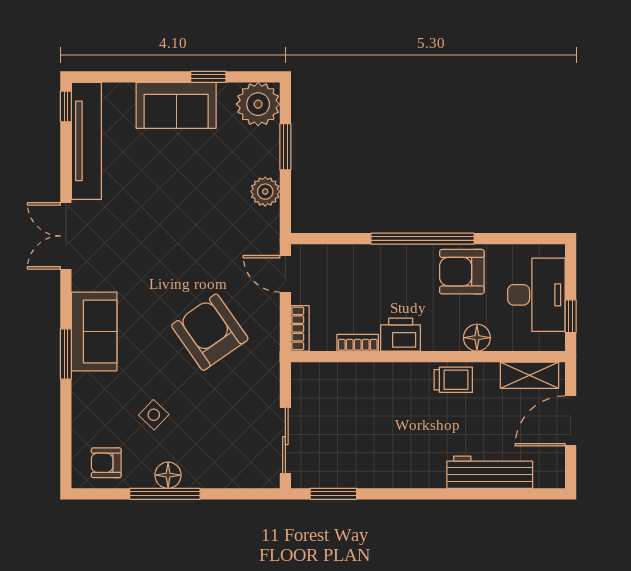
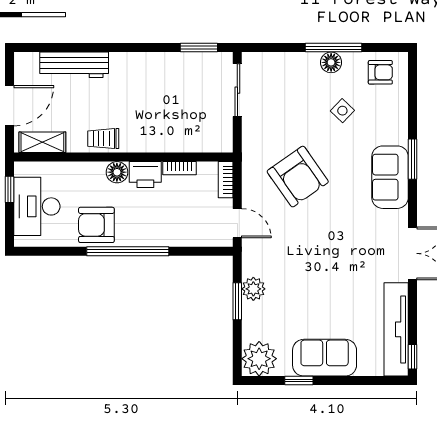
window: (285, 147) -> (237, 301), moved
armchair: (462, 272) -> (96, 225), turned 180
floor lamp: (477, 338) -> (117, 172), moved

